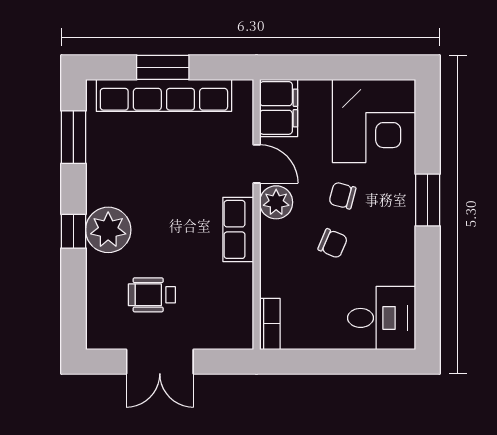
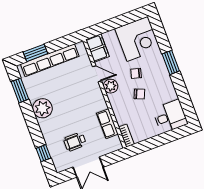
window: (163, 67) -> (35, 53), moved
row of seats: (238, 229) -> (107, 124), moved
plant: (108, 230) -> (42, 108), moved
window: (73, 231) -> (43, 153), moved

